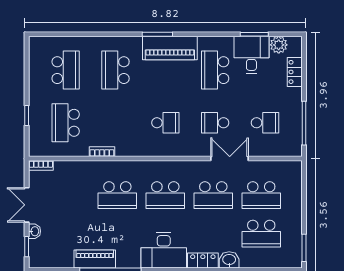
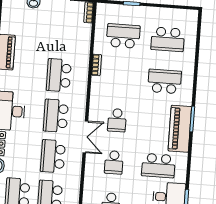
school desk: (215, 70) -> (158, 166), turned 180
school desk: (215, 123) -> (114, 162), turned 180
double door: (230, 159) -> (85, 137), moved

